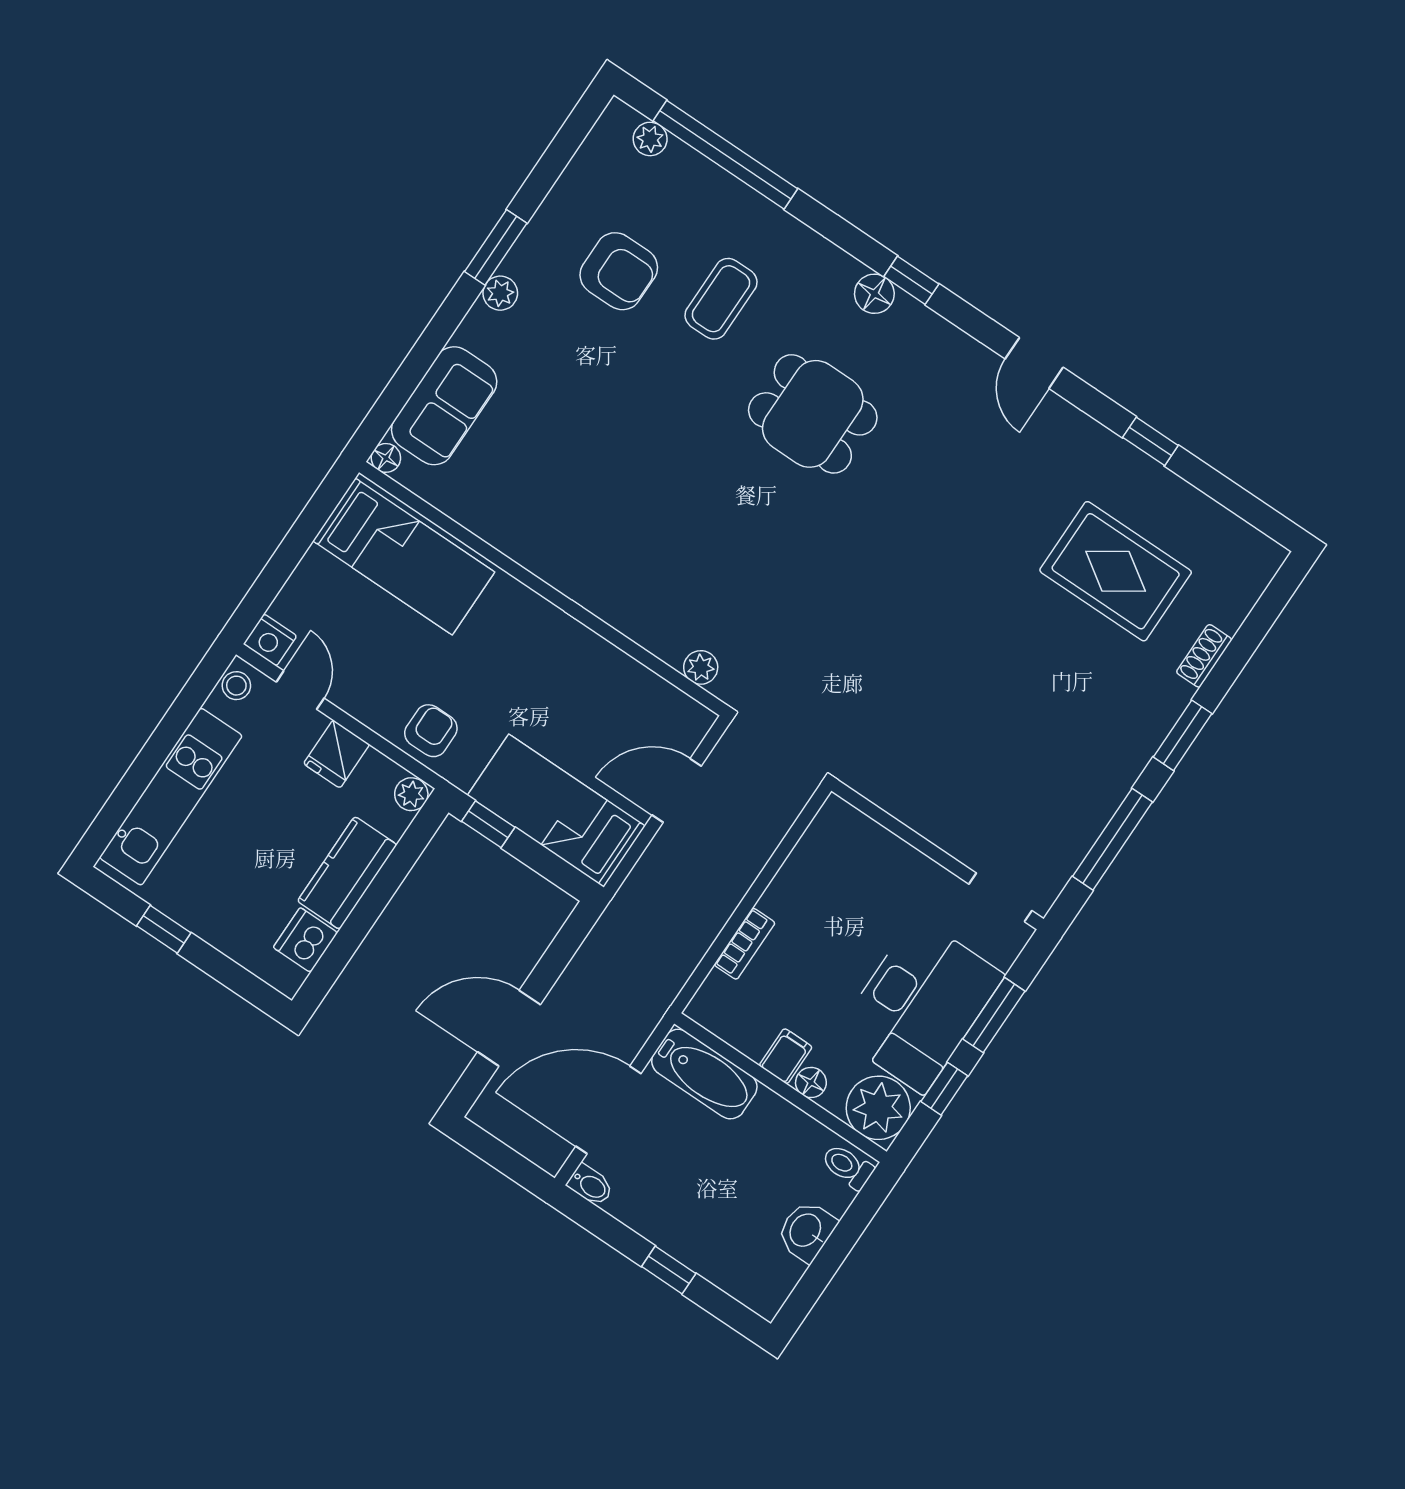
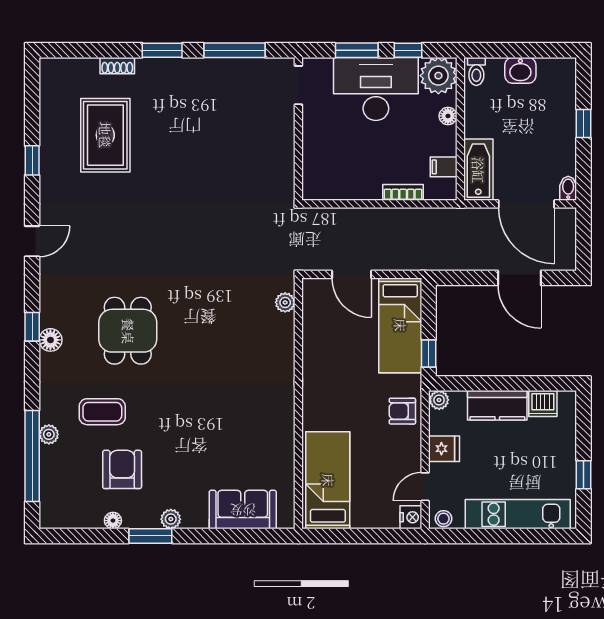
plant: (650, 139) -> (49, 434), moved
floor lamp: (386, 458) -> (113, 521), moved
filing cabinet: (786, 1056) -> (444, 167), moved

